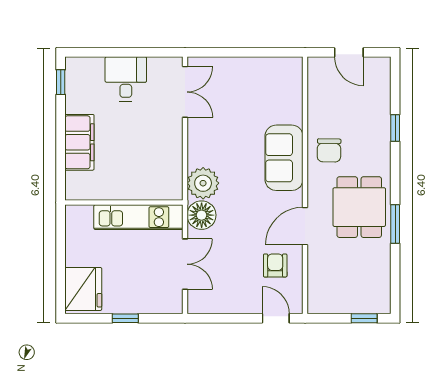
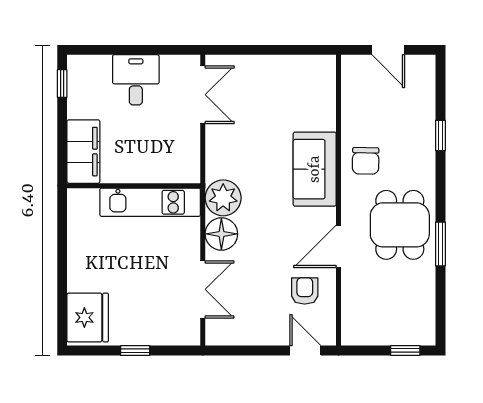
wall: (124, 202) -> (134, 186), moved
kitchen unit: (138, 217) -> (150, 202), moved

